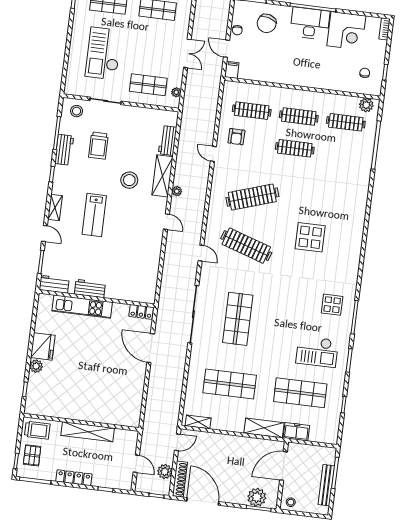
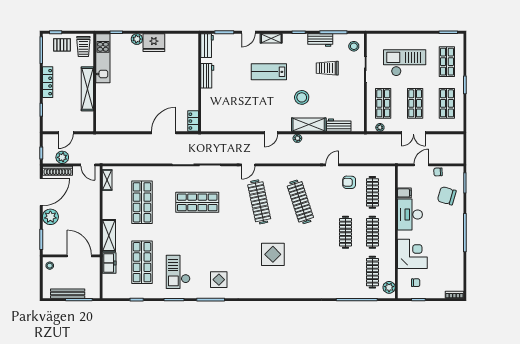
desk: (310, 23) -> (410, 214), moved, turned 180
corner desk: (346, 31) -> (412, 254), moved, turned 180
shop shelf: (153, 47) -> (415, 103), added
filing cabinet: (232, 70) -> (404, 193), moved
clothes rail: (246, 246) -> (259, 202), turned -30
kitchen unit: (82, 307) -> (103, 58), moved, turned 180
plant: (257, 497) -> (50, 217), moved

